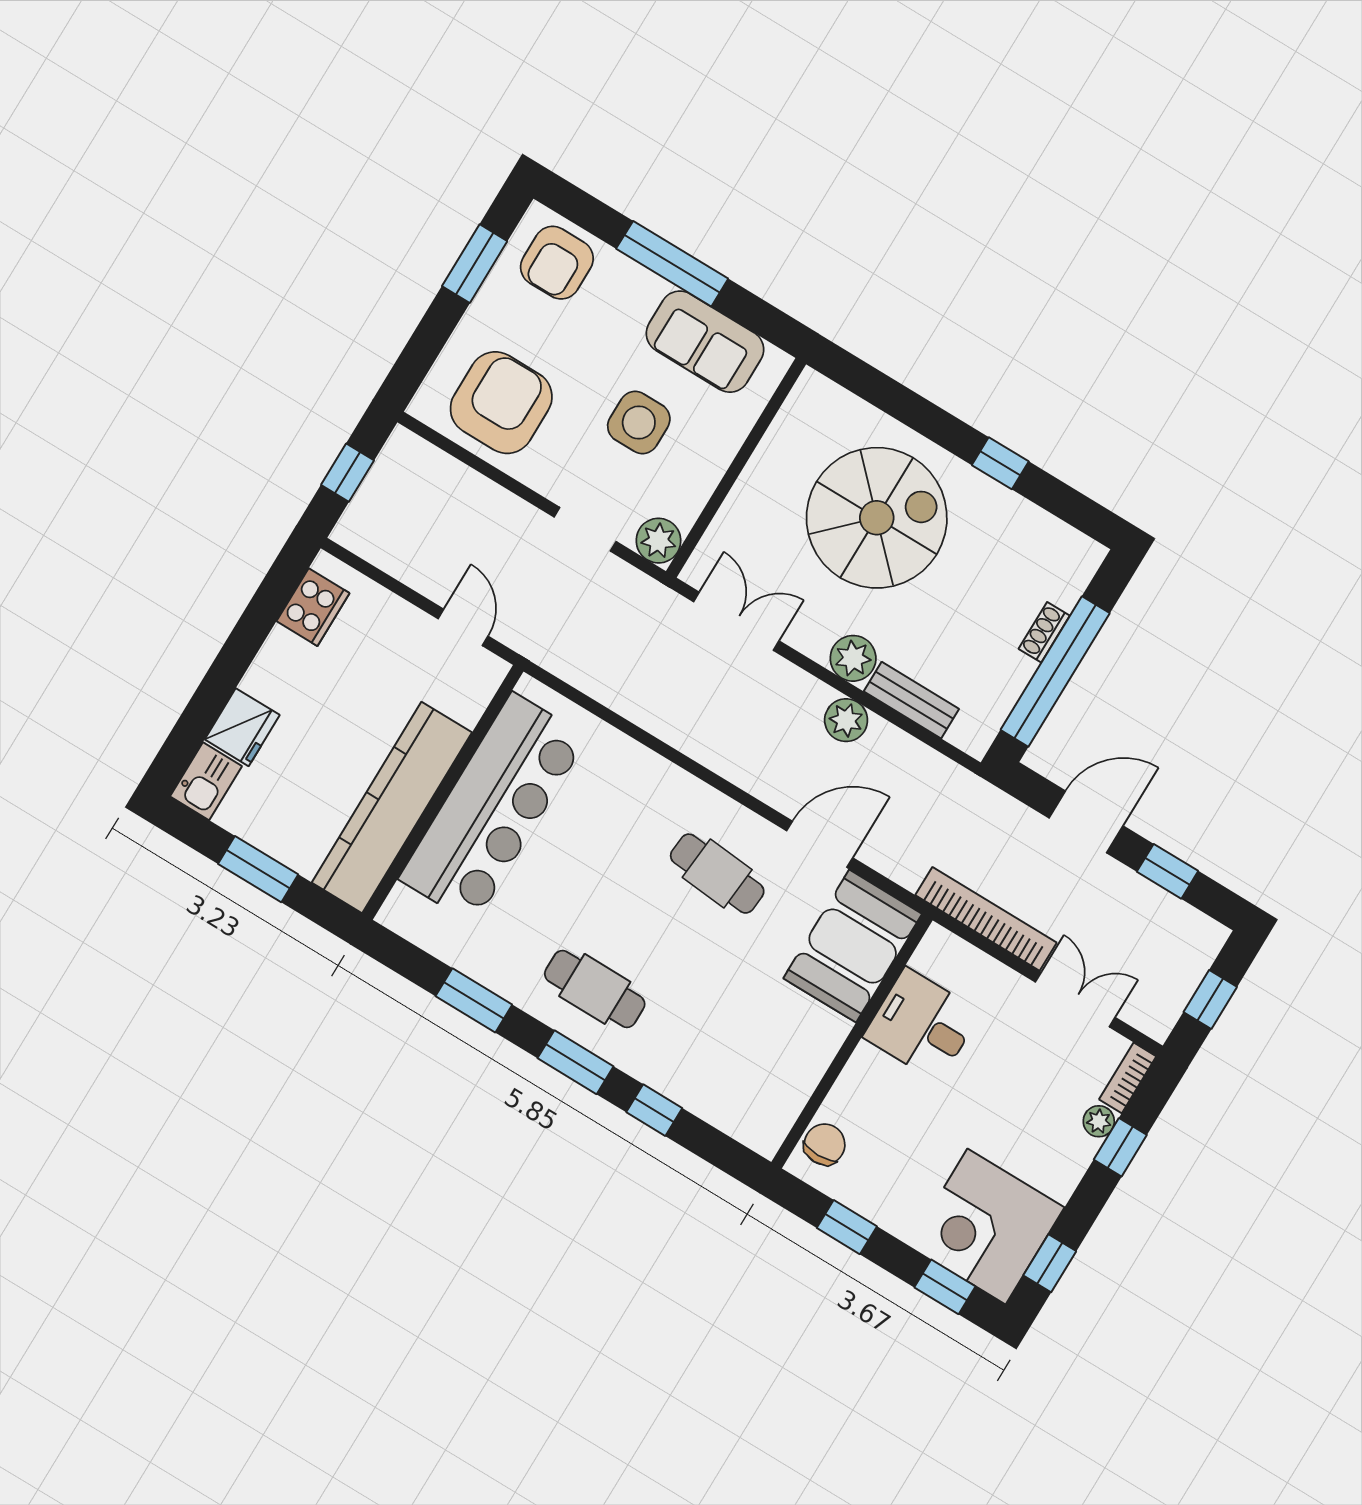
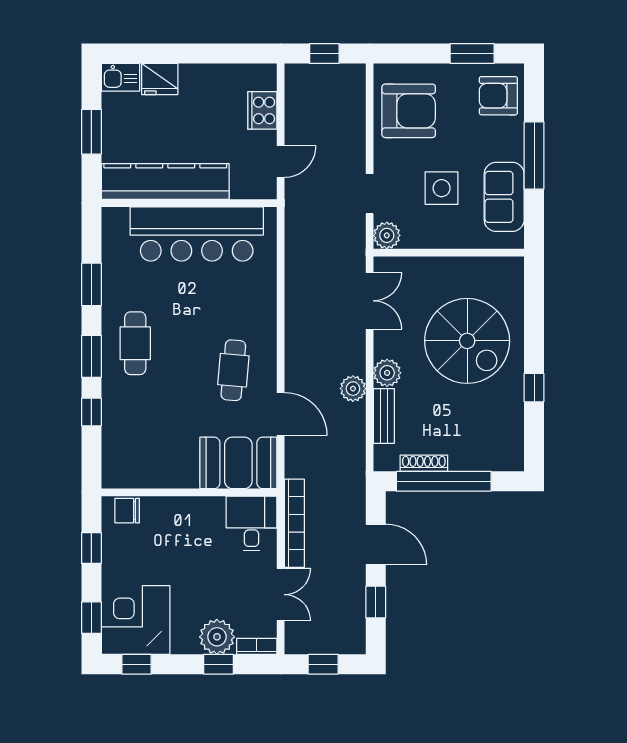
cooker: (313, 607) -> (262, 110), moved, turned 90
shoe rack: (1044, 632) -> (424, 463), moved, width x1.43
desk: (922, 1025) -> (252, 523), moved
plant: (1099, 1121) -> (217, 637), width x1.88, depth x1.88
chair: (825, 1144) -> (127, 511), turned 180

